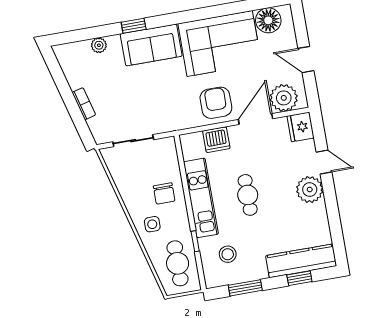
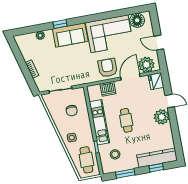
chair: (164, 193) -> (72, 111), moved

